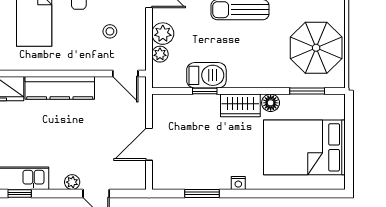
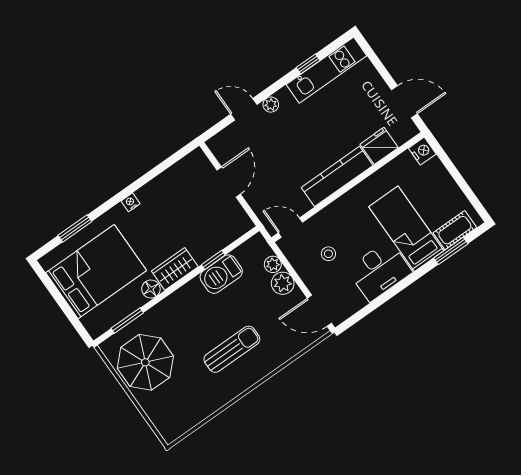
window: (202, 193) -> (75, 228), moved

